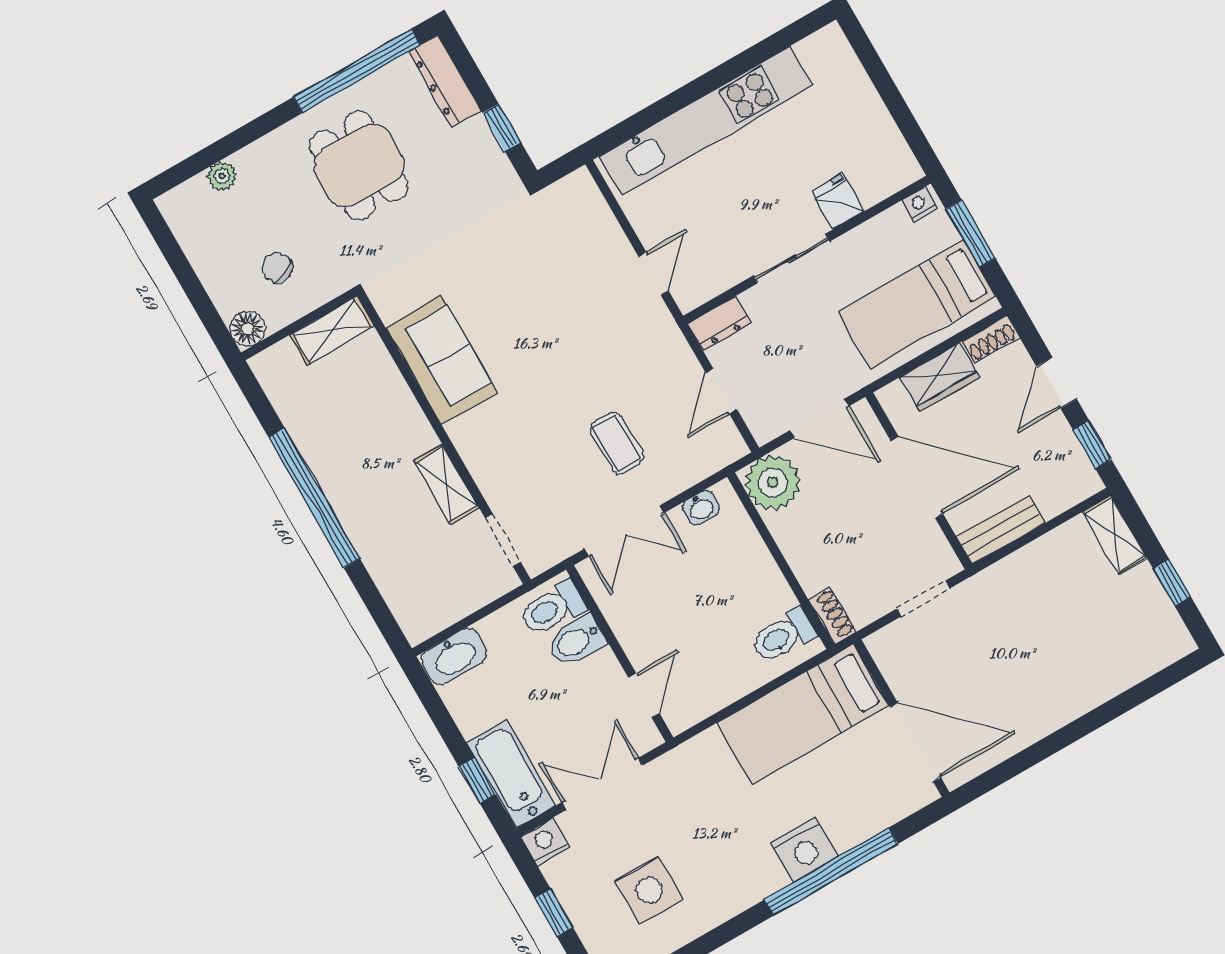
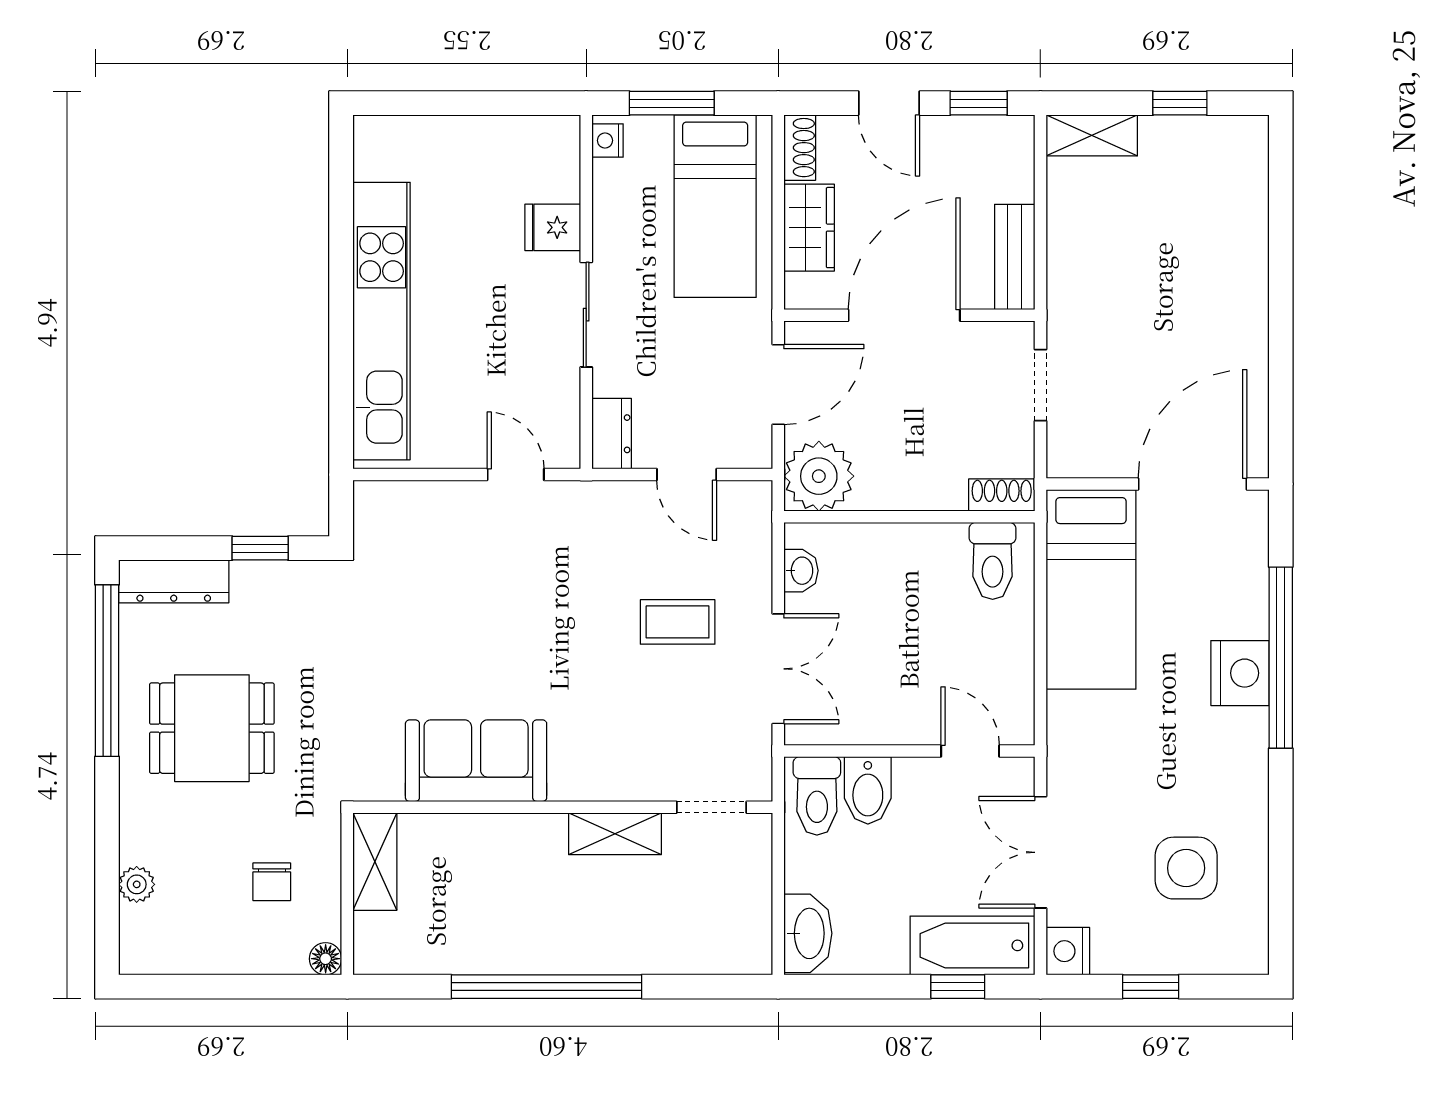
chair: (277, 268) -> (272, 882), turned -66
floor lamp: (247, 329) -> (326, 959), width x0.73, depth x0.73

